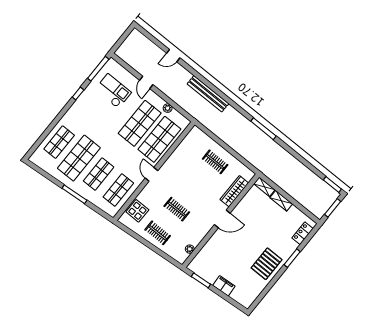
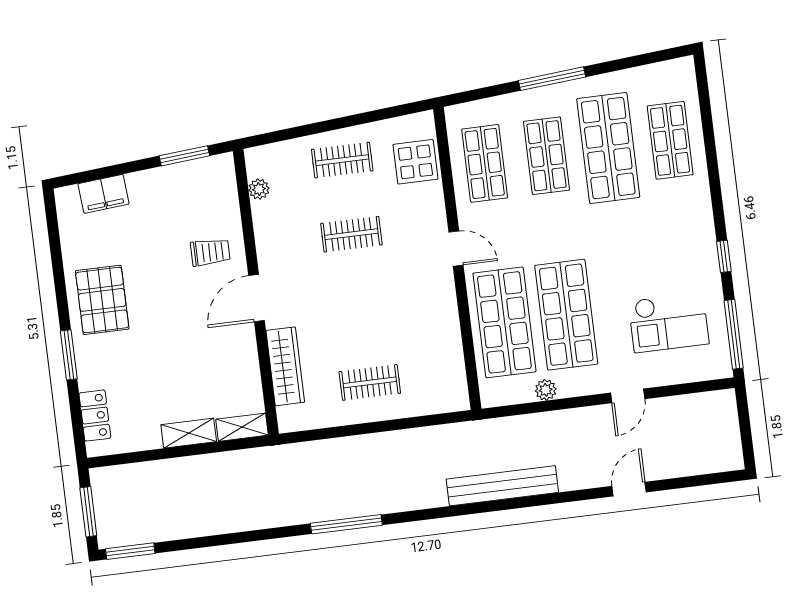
door: (146, 82) -> (628, 396), swing flipped
trolley: (222, 246) -> (210, 252), added
filing cabinet: (224, 286) -> (104, 194), moved

